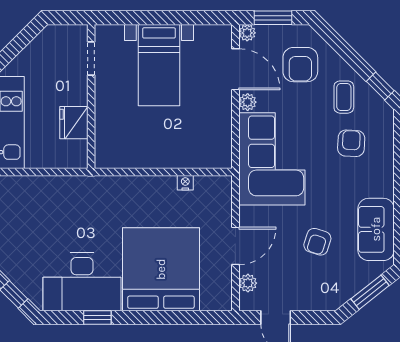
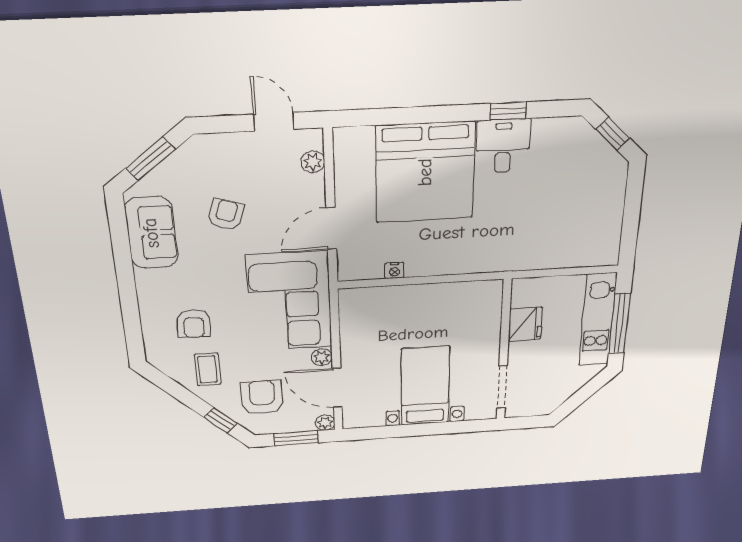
doorway: (91, 58) -> (502, 387), width x1.38
window: (380, 86) -> (220, 420), moved
door: (235, 246) -> (331, 228), moved
desk: (82, 282) -> (503, 146), width x0.53, depth x0.77

